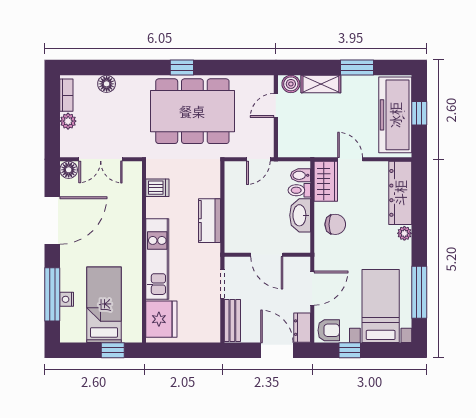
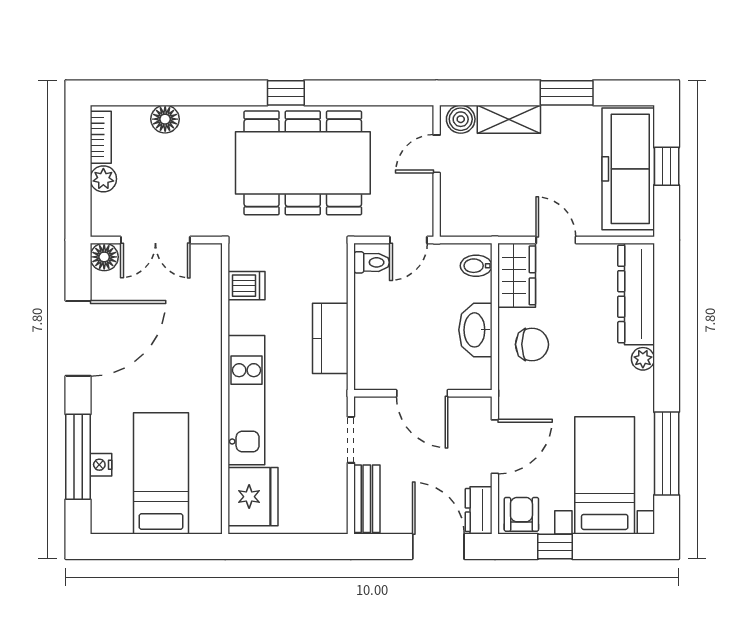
toilet: (299, 190) -> (372, 262), moved, turned 180
armchair: (329, 330) -> (521, 514), turned -90
window: (113, 350) -> (175, 547), removed

